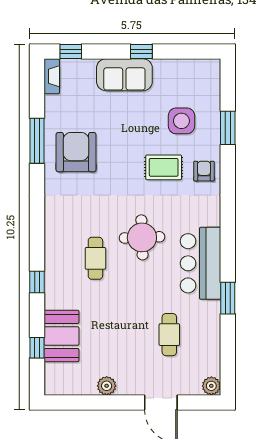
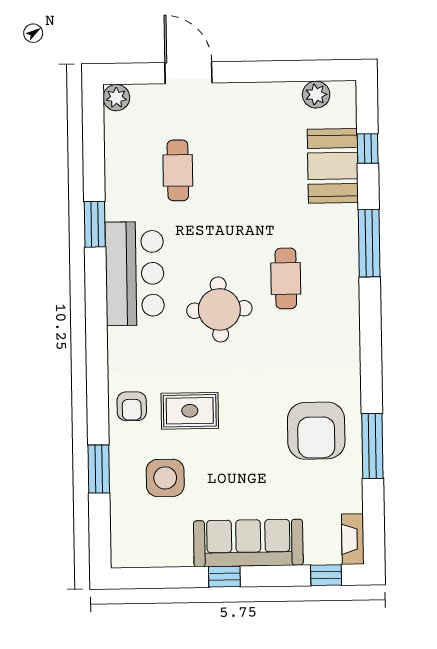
sofa: (124, 75) -> (248, 543), width x1.36
window: (37, 282) -> (369, 243), width x2.17
plant: (107, 386) -> (316, 95), moved

